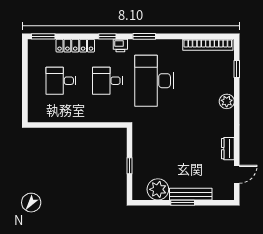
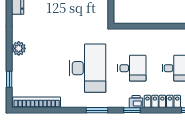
printer: (120, 46) -> (136, 102), moved

